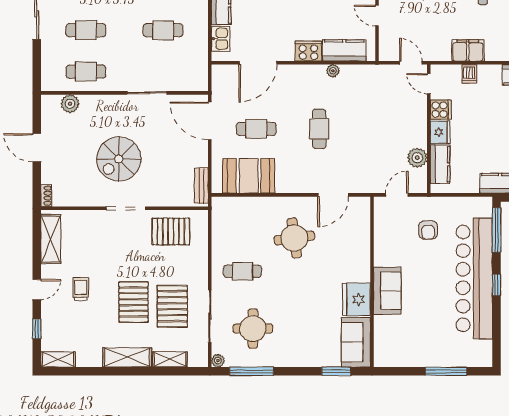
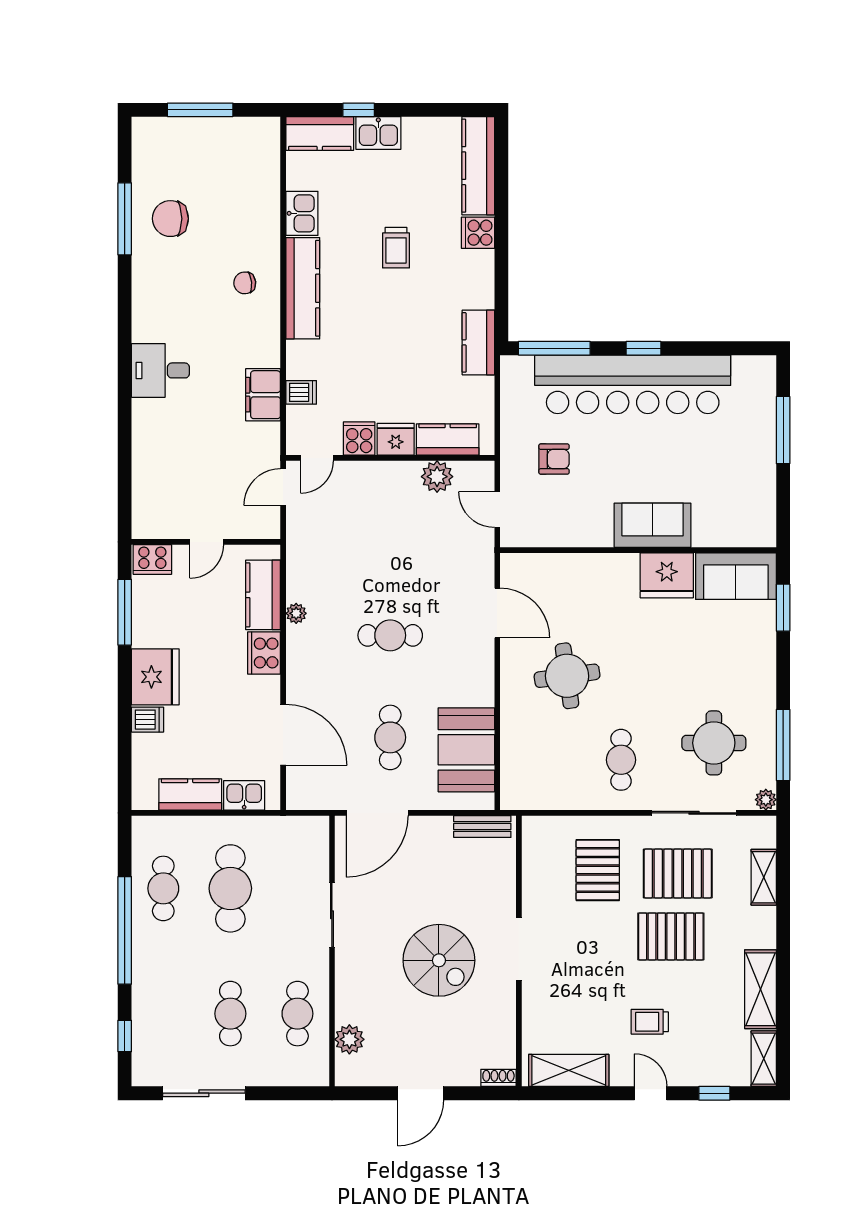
cafe table: (163, 30) -> (230, 888), width x1.37, depth x1.35
pallet: (171, 232) -> (598, 870), moved
shelving: (127, 357) -> (760, 989), moved

